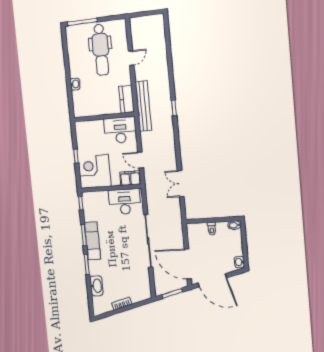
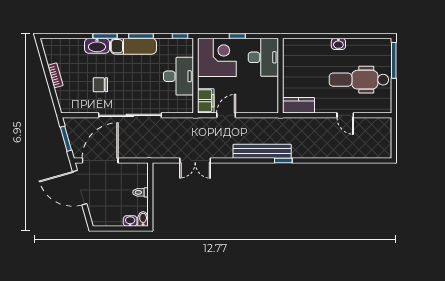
washbasin: (75, 84) -> (338, 44), moved
bench: (143, 106) -> (262, 151), moved
desk: (120, 130) -> (263, 57), moved
double door: (181, 184) -> (195, 161), swing flipped
desk: (125, 202) -> (179, 76), moved
washbasin: (239, 262) -> (130, 221), moved
chair: (126, 267) -> (100, 85), added
door: (212, 280) -> (80, 188), hinge flipped
washbasin: (97, 286) -> (97, 46), moved

